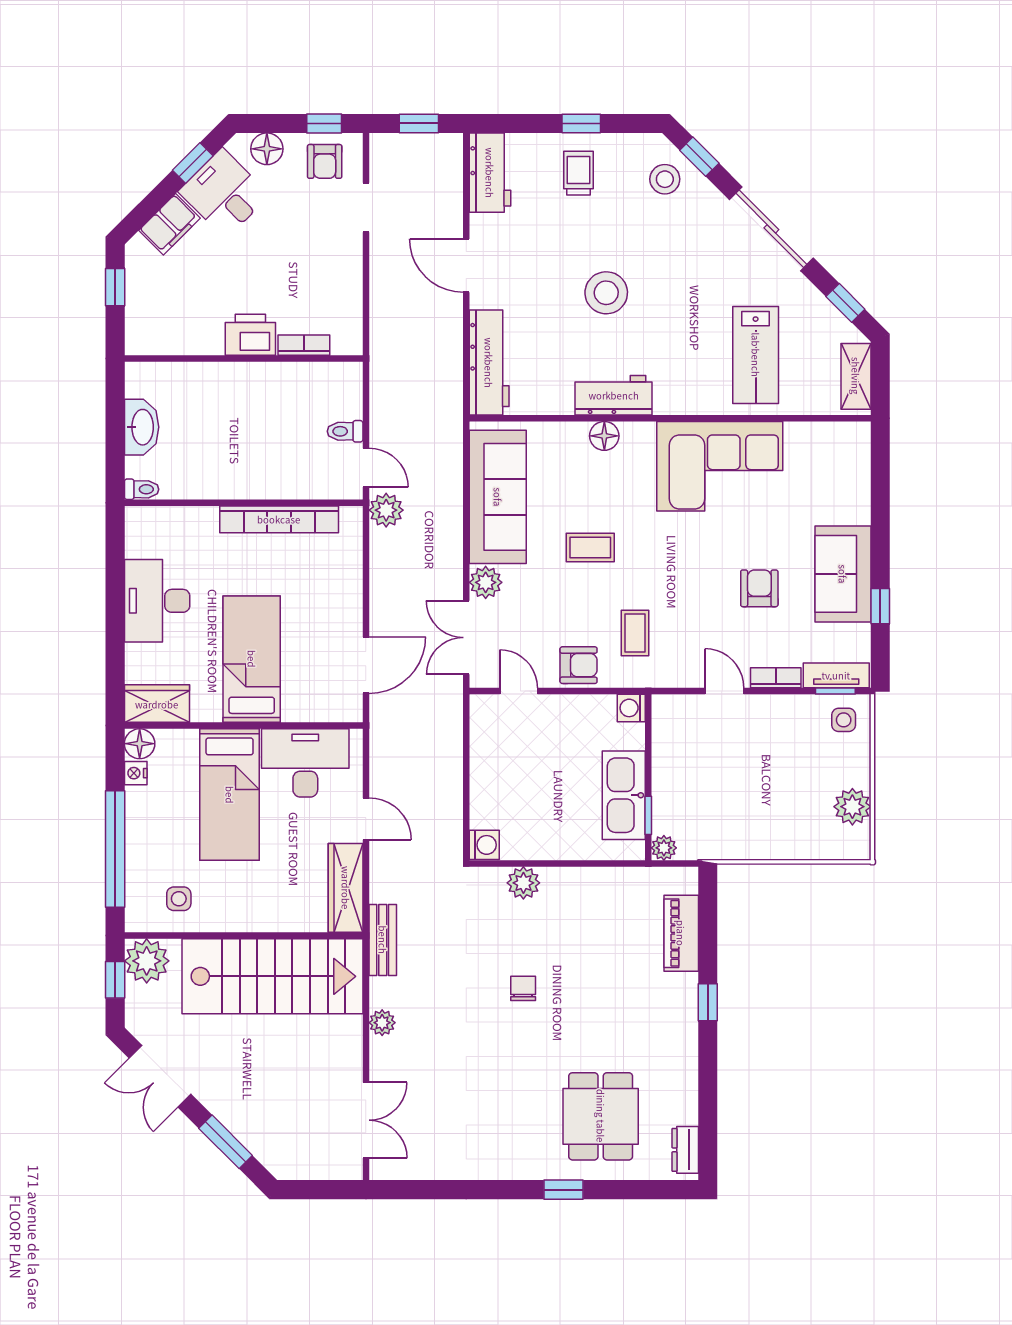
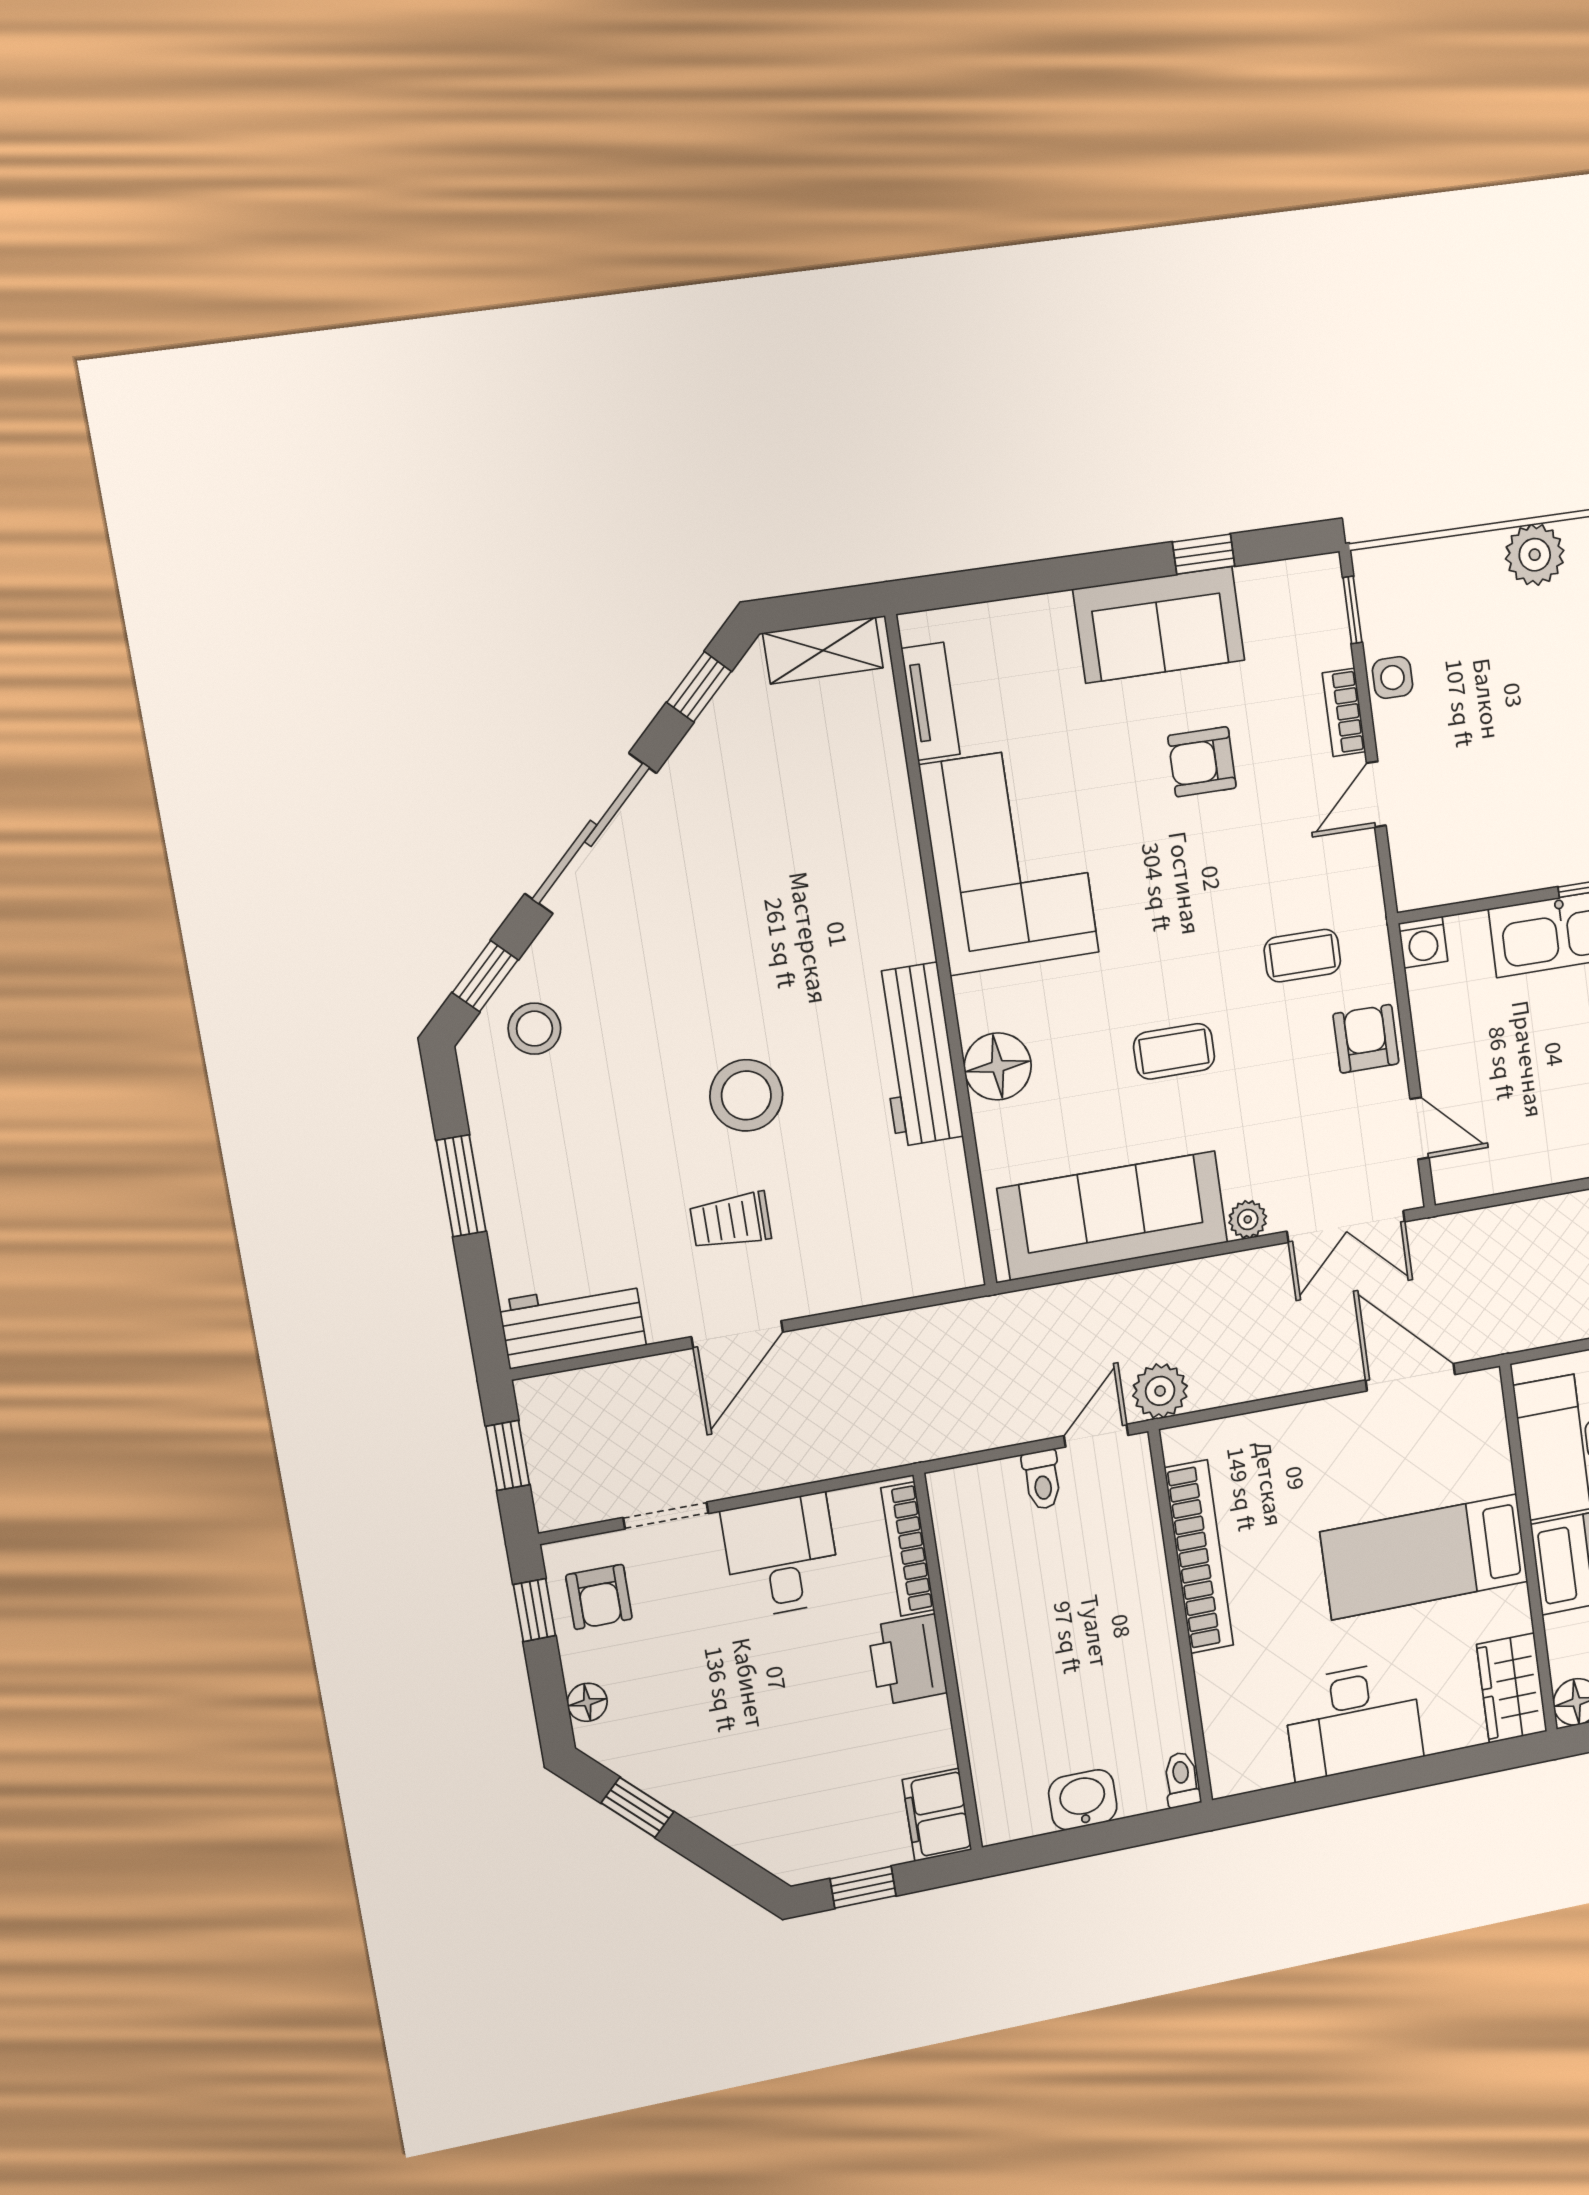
window: (581, 123) -> (461, 1186), width x1.50
floor lamp: (267, 149) -> (587, 1702), width x0.73, depth x0.73
armchair: (325, 161) -> (599, 1597), turned 90
trolley: (579, 173) -> (731, 1221), moved
desk: (224, 193) -> (781, 1556), moved, turned 135
filing cabinet: (170, 224) -> (937, 1815), moved, turned -135
bookcase: (304, 345) -> (908, 1549), width x1.56
lab bench: (756, 355) -> (813, 827), removed
workbench: (489, 363) -> (894, 1268), removed
workbench: (614, 395) -> (917, 1055), width x1.38
washbasin: (142, 427) -> (1083, 1800), width x0.72
floor lamp: (604, 436) -> (998, 1066), width x1.38, depth x1.38
coffee table: (590, 548) -> (1174, 1051), turned 90
plant: (486, 582) -> (1248, 1219), width x0.73, depth x0.73
tv unit: (836, 675) -> (931, 701), moved, turned 180
door: (519, 691) -> (1420, 1128), swing flipped
side table: (844, 720) -> (1392, 678), moved

